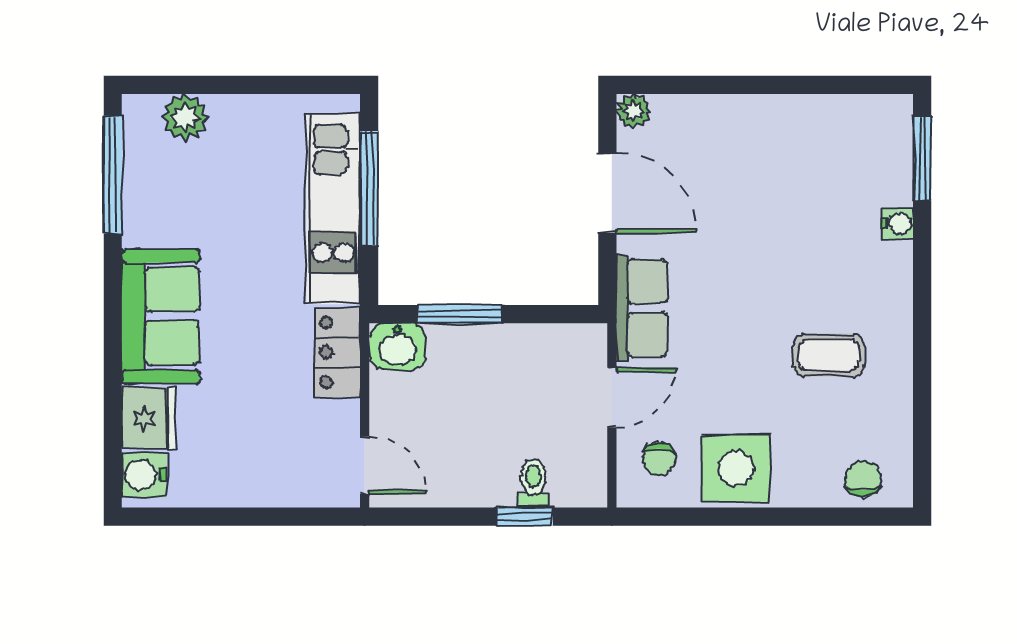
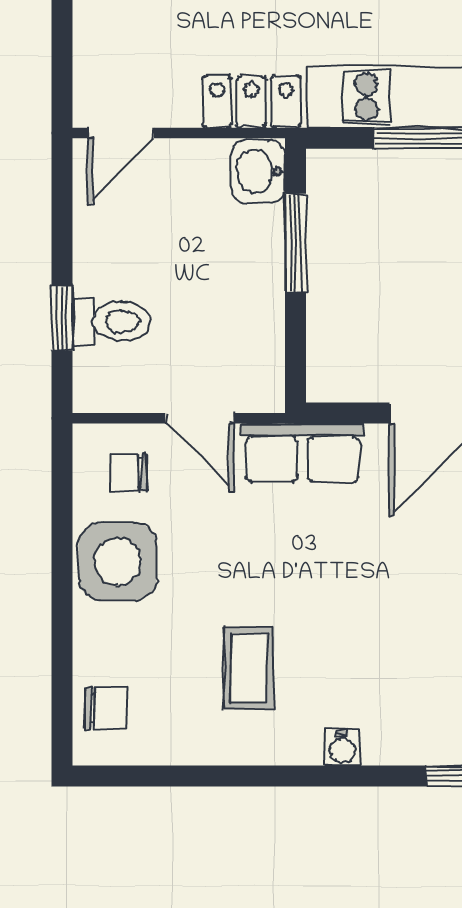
water cooler: (897, 224) -> (342, 748), moved
toilet: (533, 483) -> (111, 321), width x1.37, depth x1.39

